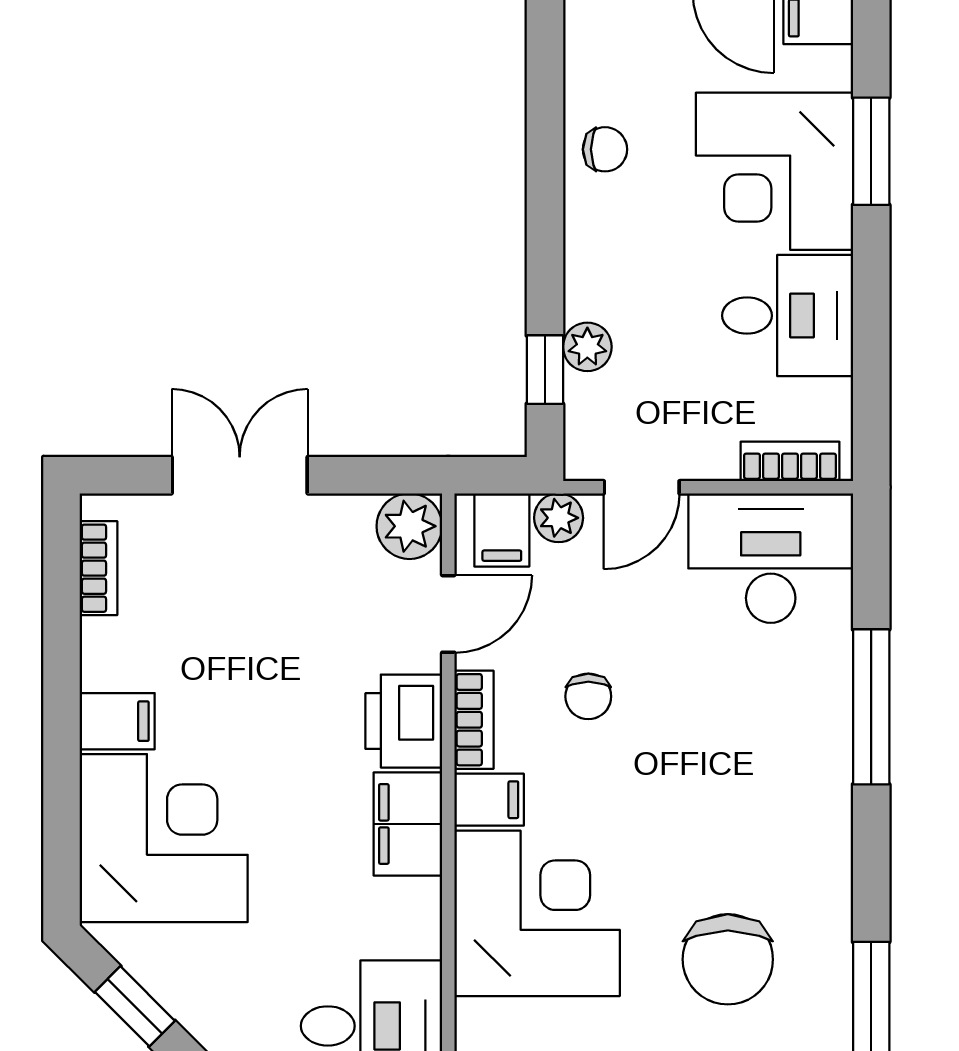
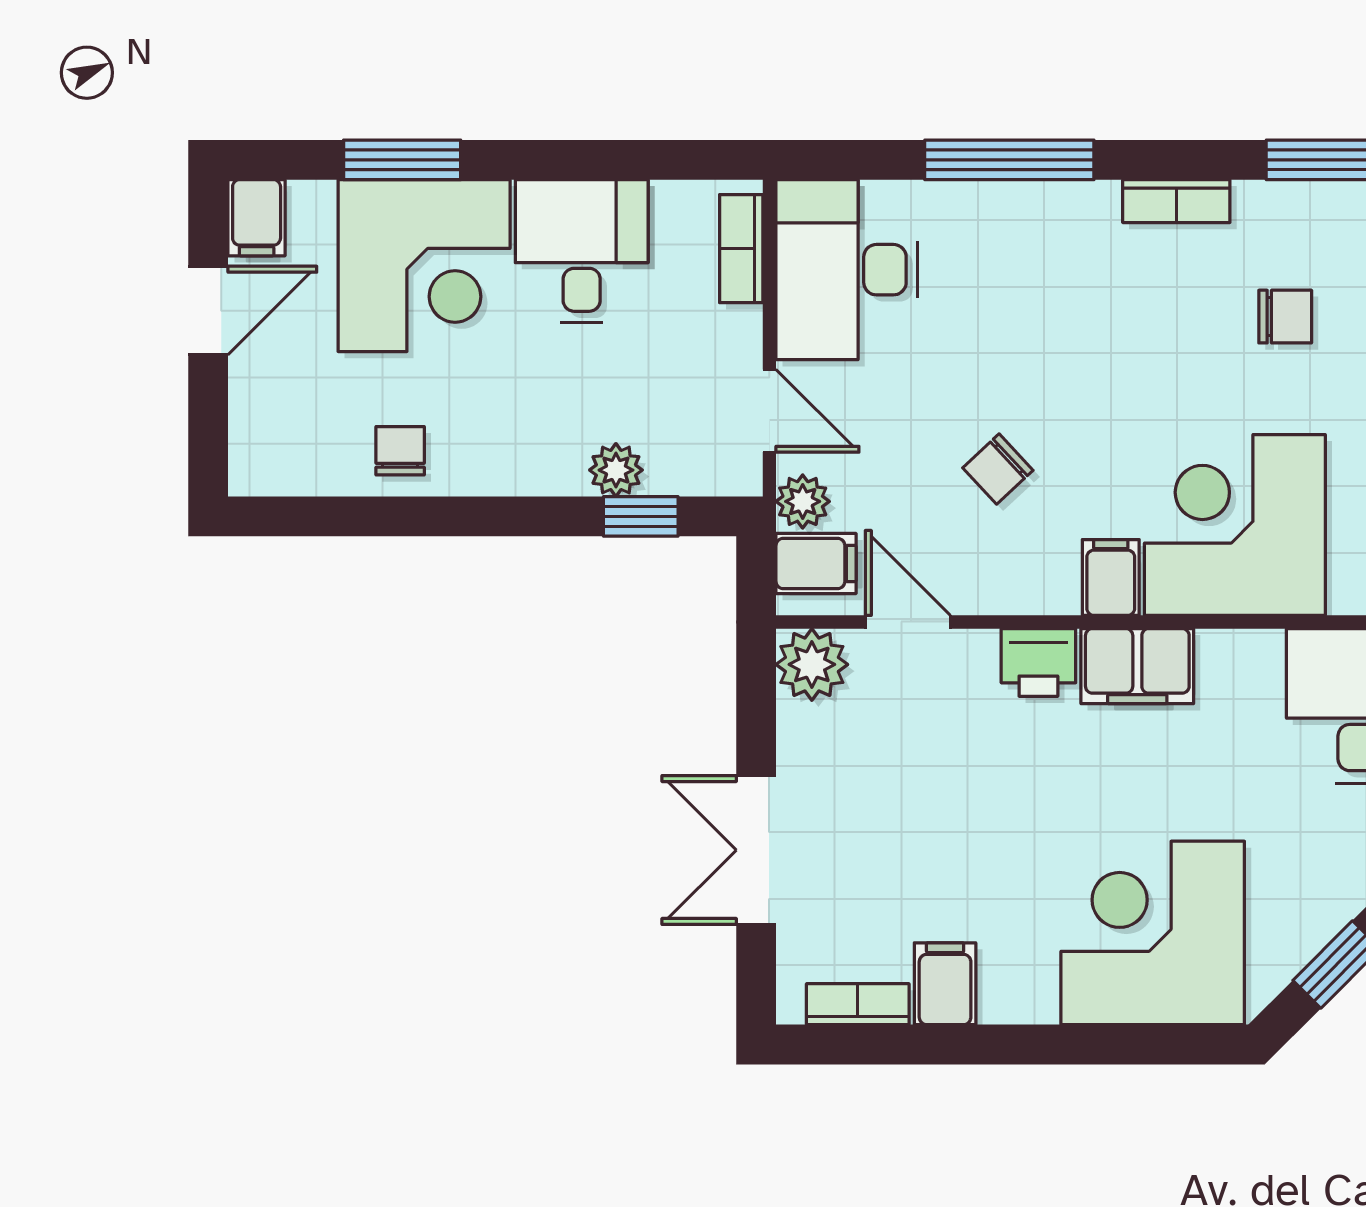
chair: (588, 696) -> (998, 469), turned 137
bookcase: (474, 720) -> (1176, 201), moved, turned 180
filing cabinet: (117, 721) -> (945, 984), moved
printer: (404, 721) -> (1038, 662), width x0.73, depth x0.81
chair: (728, 959) -> (1285, 317), width x0.54, depth x0.54

